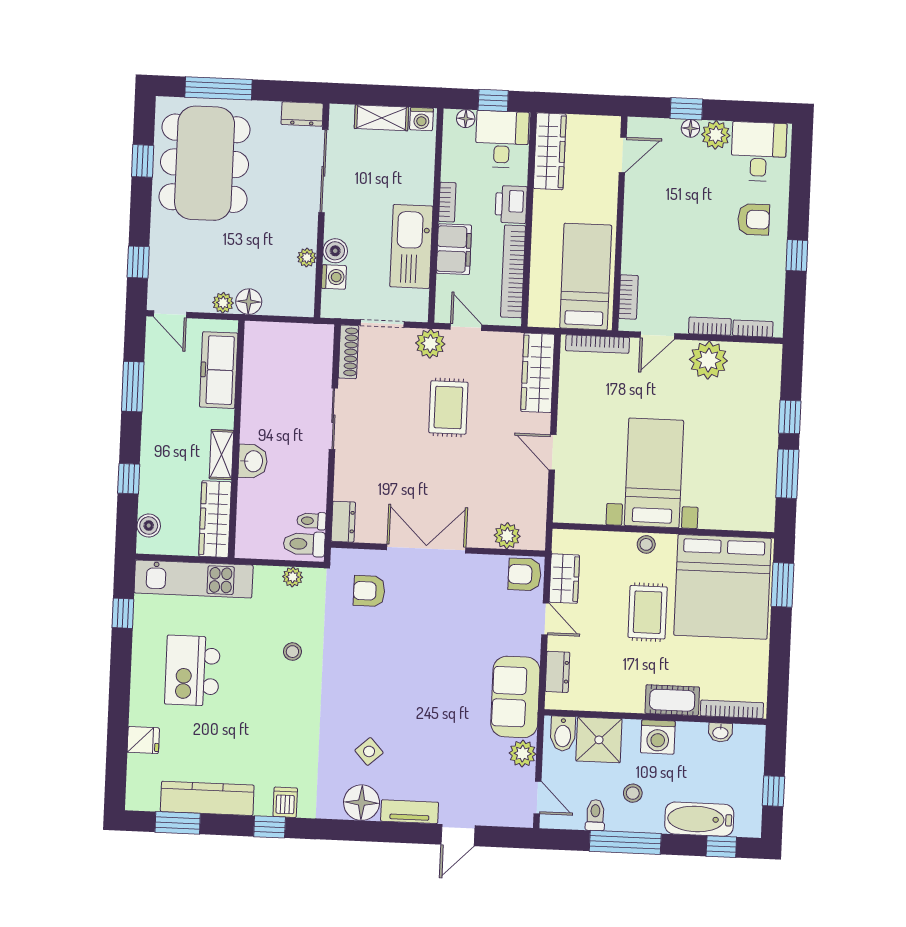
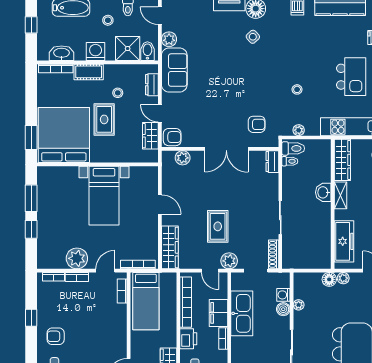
stool: (646, 544) -> (118, 93), moved
washbasin: (720, 732) -> (62, 53), width x1.91, depth x1.45

